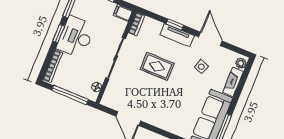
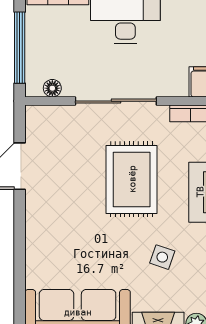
rug: (157, 66) -> (132, 179), width x1.36, depth x1.43

